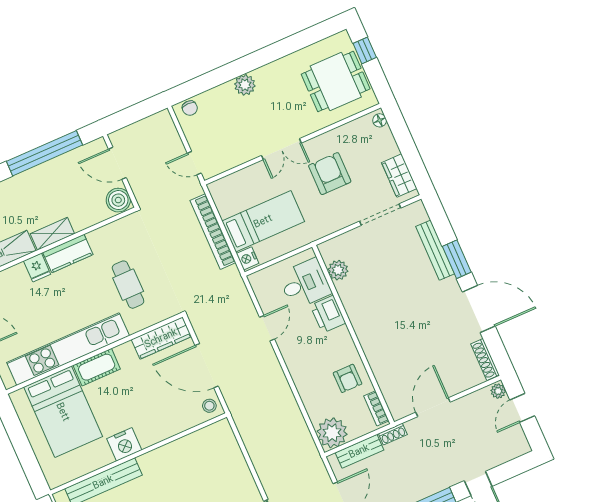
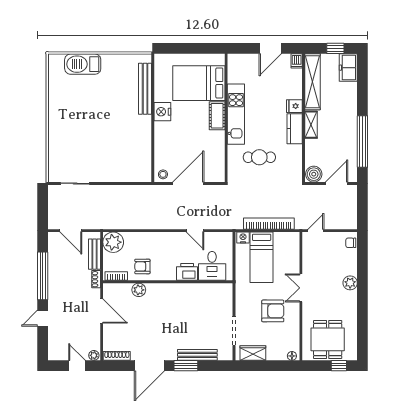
plant: (338, 270) -> (139, 290), moved
wardrobe: (161, 338) -> (218, 163), removed
kitchen unit: (68, 349) -> (236, 114), width x0.73

